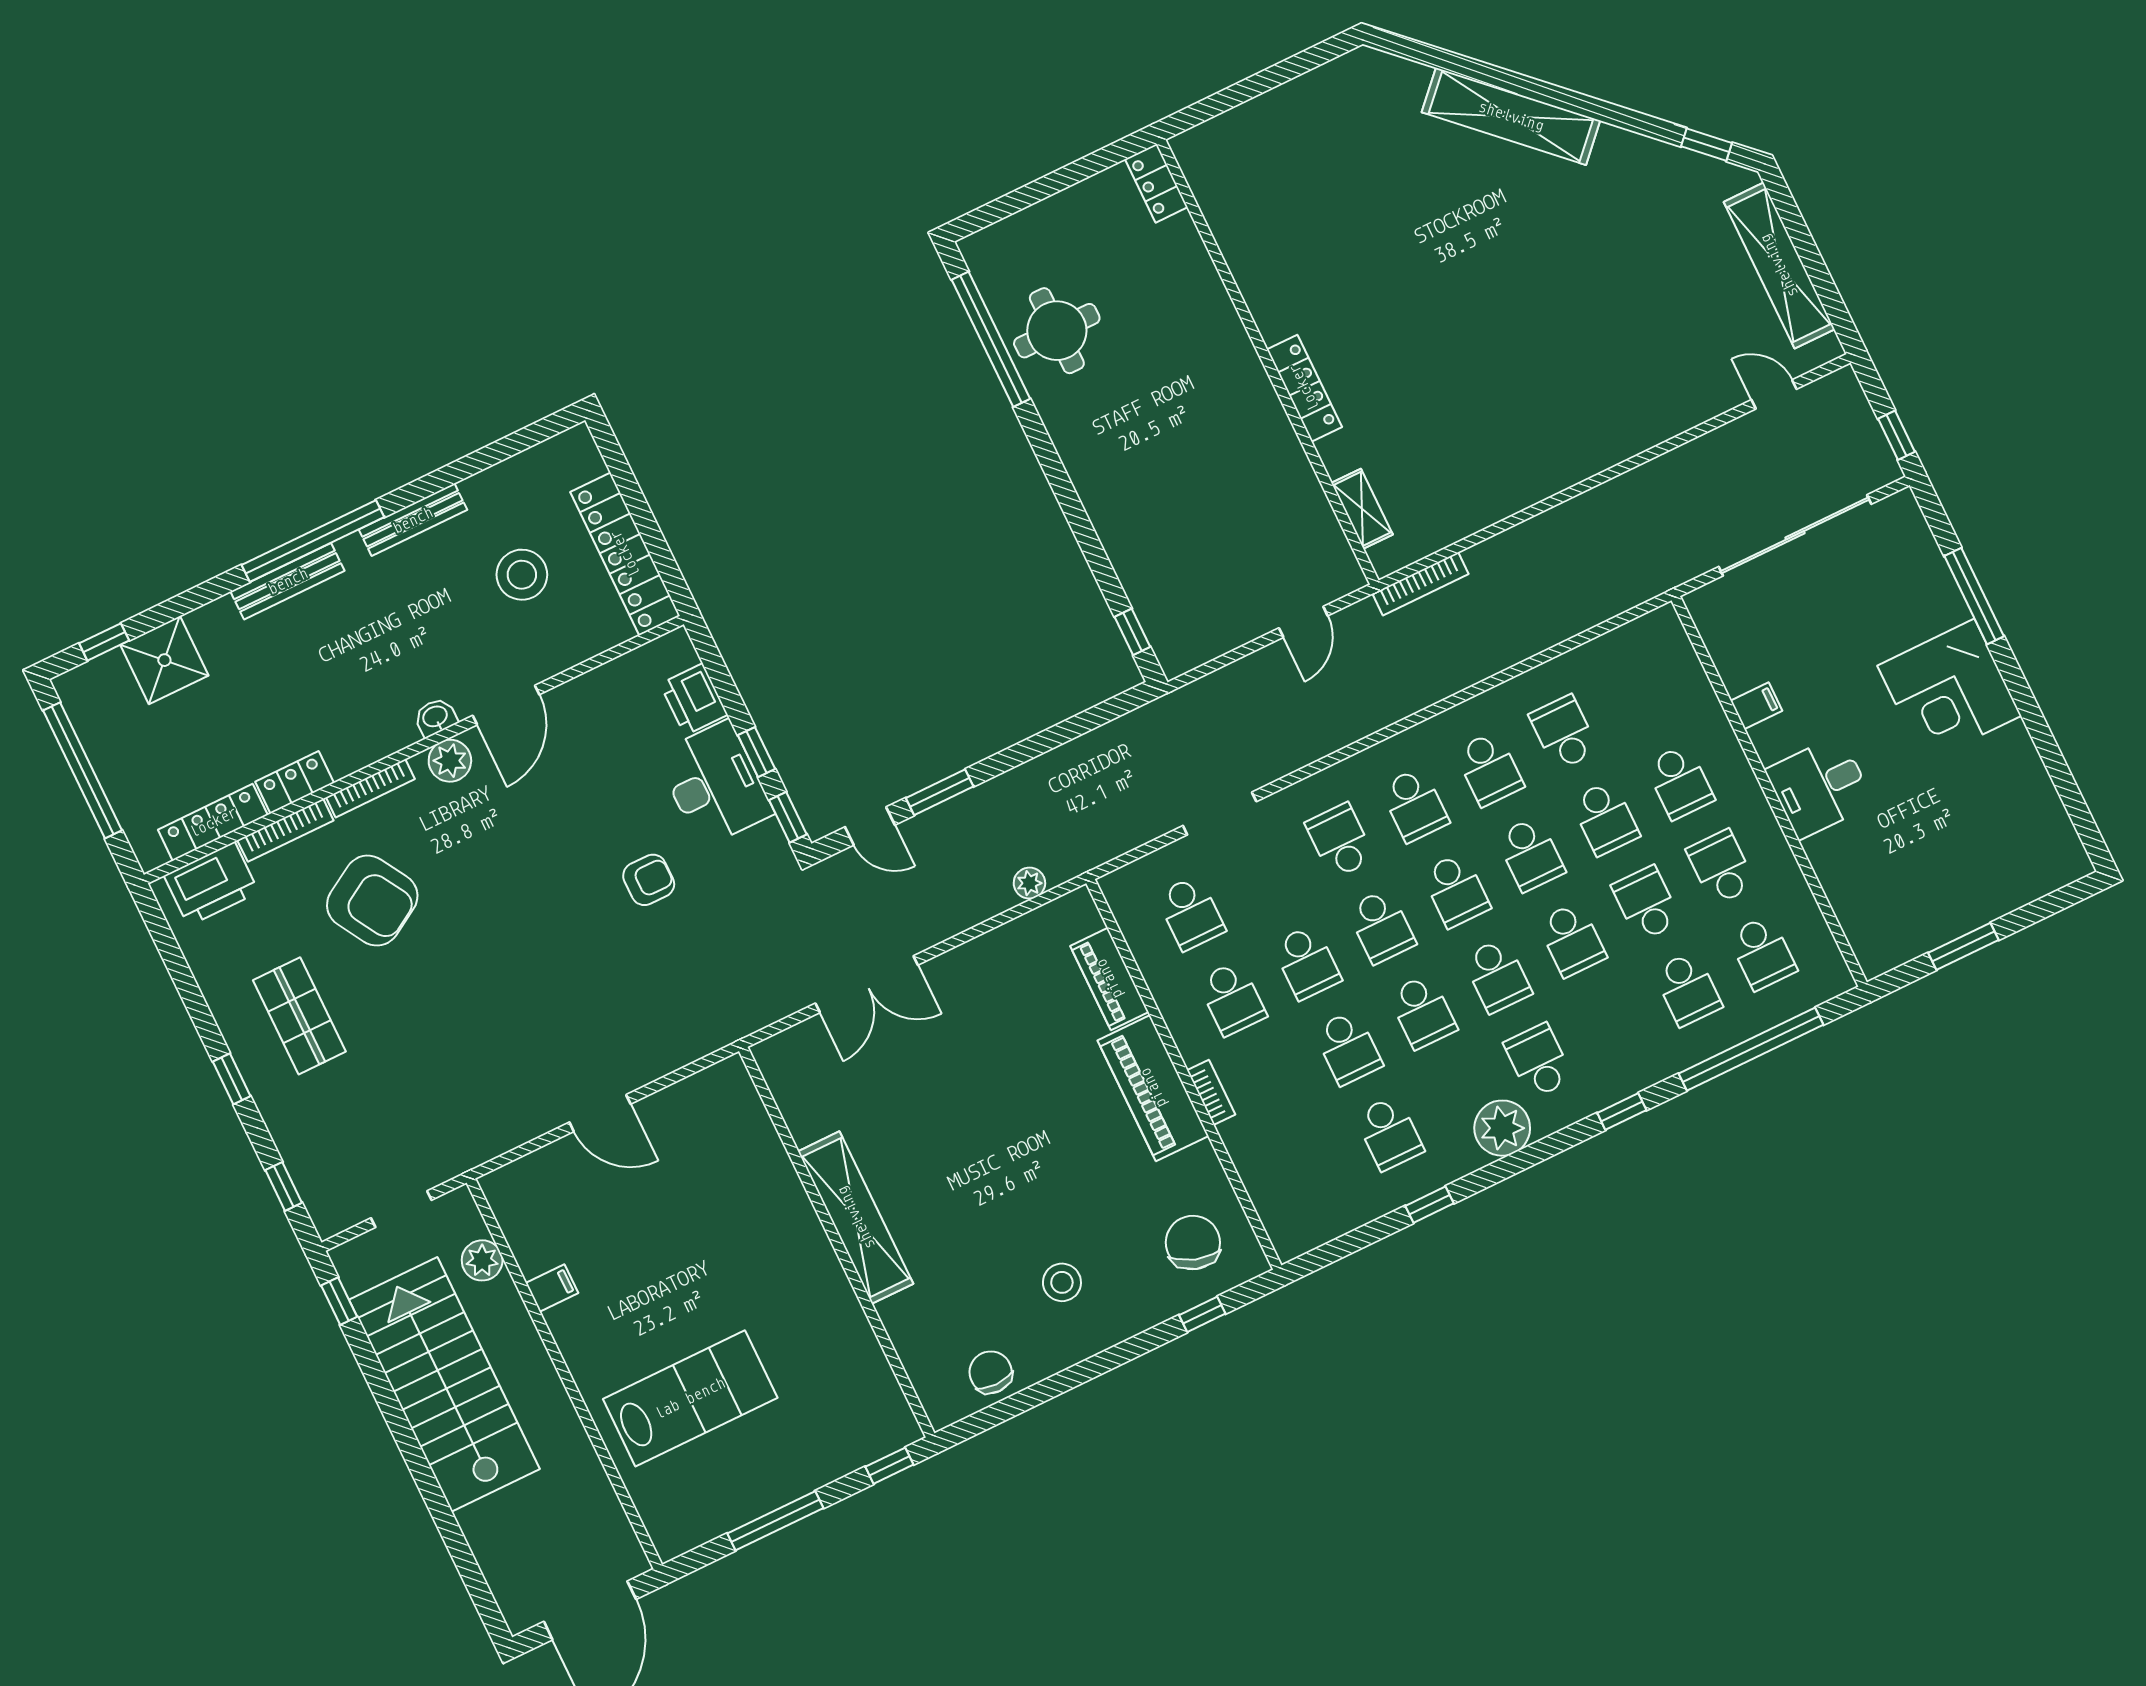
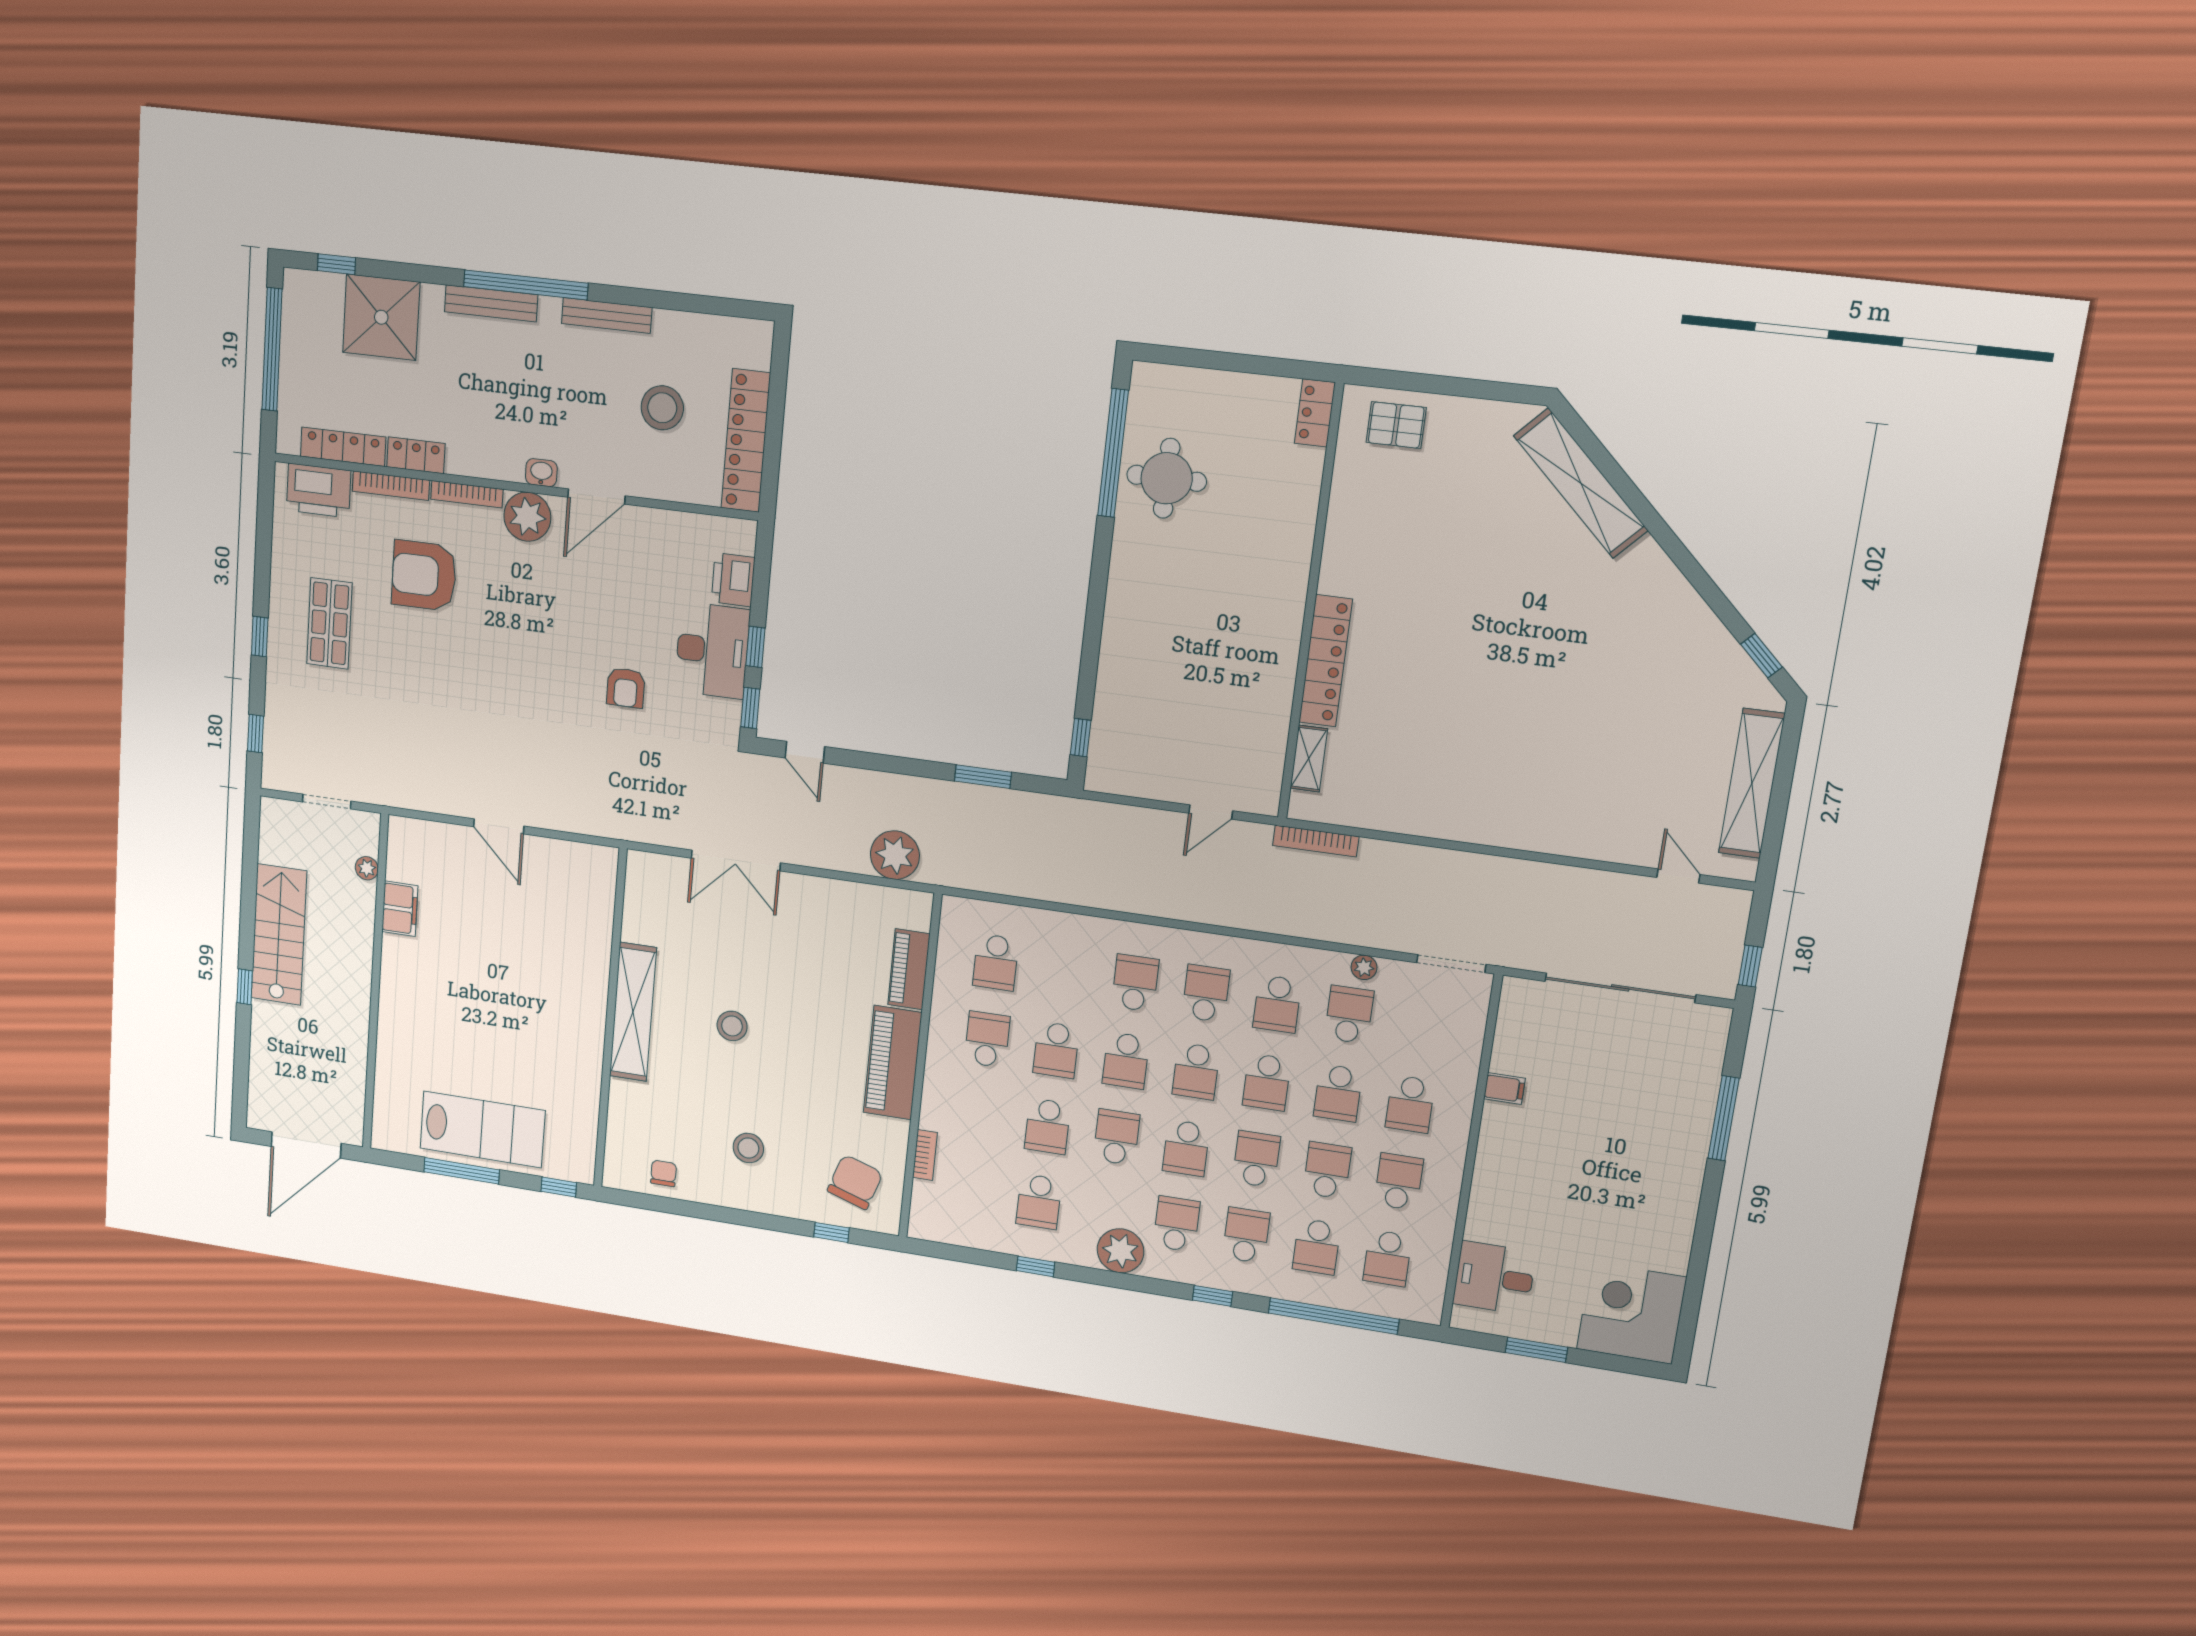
shelving: (1511, 116) -> (1581, 483), moved
pallet: (1238, 147) -> (1396, 425), added
locker: (1304, 388) -> (1326, 661), width x1.41, depth x1.21
shower: (164, 660) -> (381, 317), width x1.37, depth x1.37
plant: (1547, 676) -> (1364, 967), added
corner desk: (1949, 691) -> (1631, 1313), moved, turned 90
plant: (450, 761) -> (527, 517), width x1.36, depth x1.36
desk: (1820, 787) -> (1494, 1278), moved
window: (940, 792) -> (983, 777), moved
school desk: (1415, 805) -> (1206, 993), turned 180
doorway: (1220, 814) -> (1451, 964), moved
armchair: (649, 880) -> (626, 688), turned 90
plant: (1029, 883) -> (895, 855), width x1.88, depth x1.88
armchair: (372, 901) -> (424, 575), turned 121
school desk: (1572, 939) -> (1256, 1159), turned 180
school desk: (1232, 998) -> (987, 1039), turned 180
school desk: (1423, 1012) -> (1116, 1137), turned 180
school desk: (1613, 1025) -> (1246, 1235), added
bookcase: (1211, 1092) -> (925, 1155), moved
stool: (967, 1162) -> (732, 1026), added
plant: (482, 1260) -> (367, 868), width x0.73, depth x0.73
filing cabinet: (552, 1288) -> (400, 909), width x2.00
window: (339, 1301) -> (245, 987), moved
chair: (991, 1372) -> (663, 1173), width x0.73, depth x0.73
stairs: (444, 1384) -> (279, 935), width x0.73, depth x0.66
lab bench: (690, 1398) -> (482, 1129), moved

